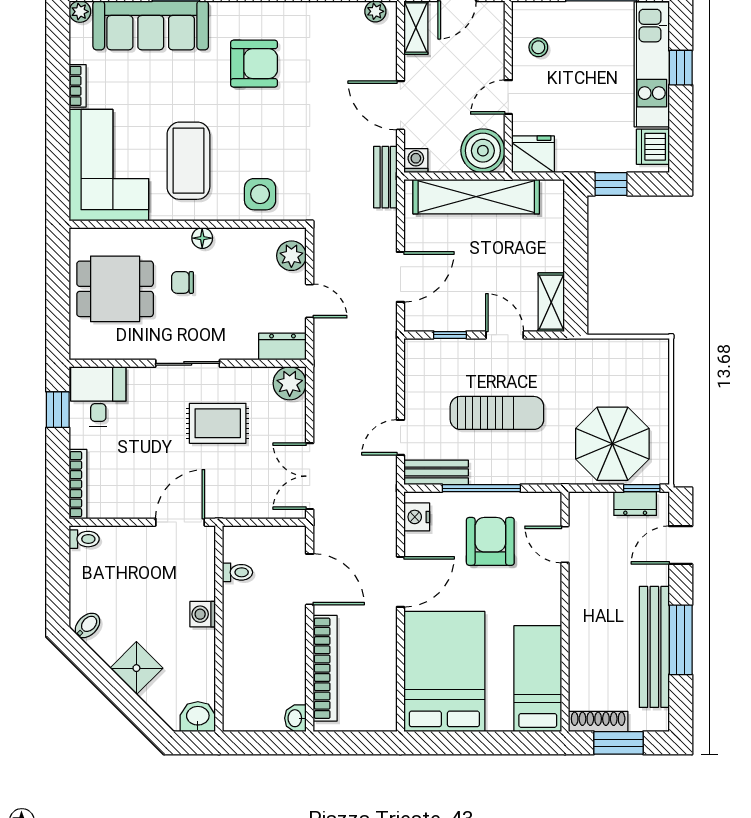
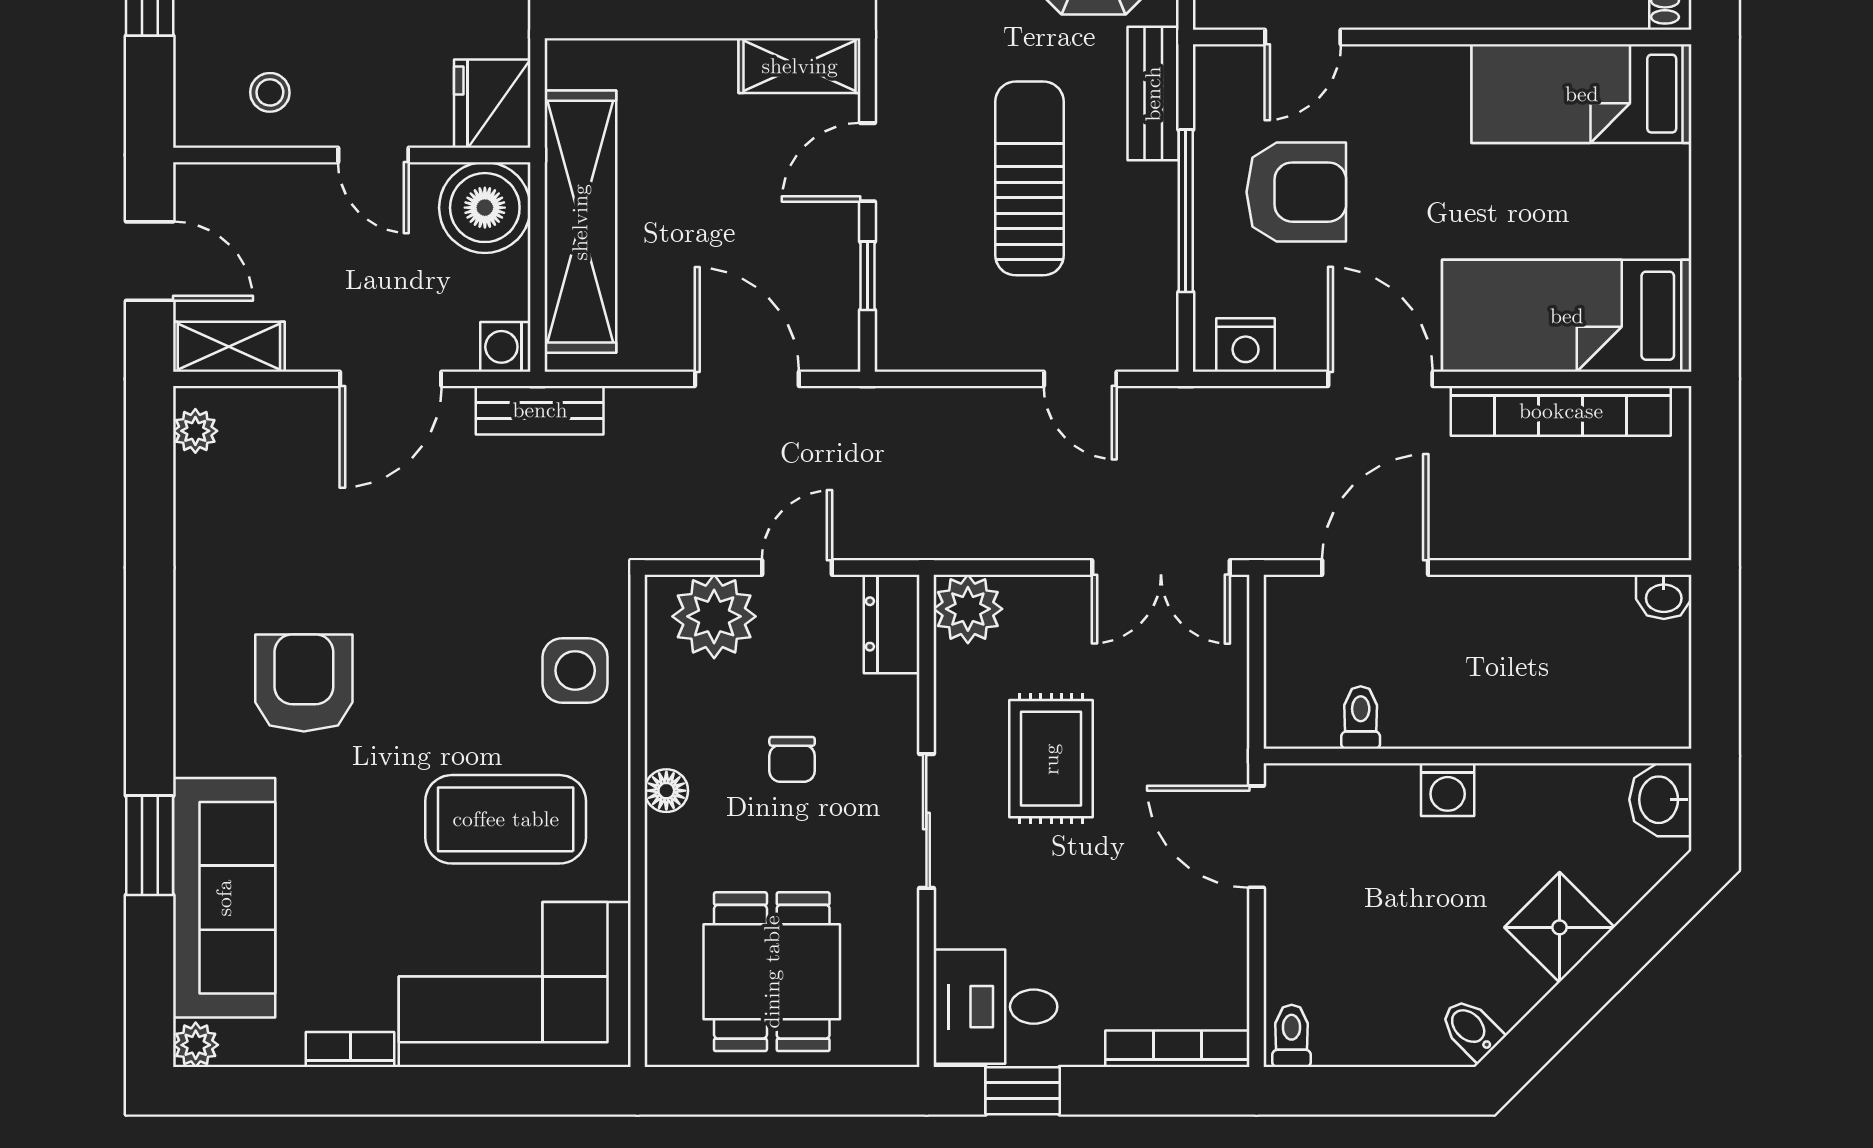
plant: (291, 256) -> (714, 616), width x1.36, depth x1.36
chair: (183, 282) -> (792, 759), moved
bench: (436, 472) -> (1153, 94), moved
armchair: (490, 541) -> (1296, 192), turned 180
bookcase: (325, 668) -> (1561, 411), moved, turned 180
bed: (444, 672) -> (1567, 316), width x0.67

